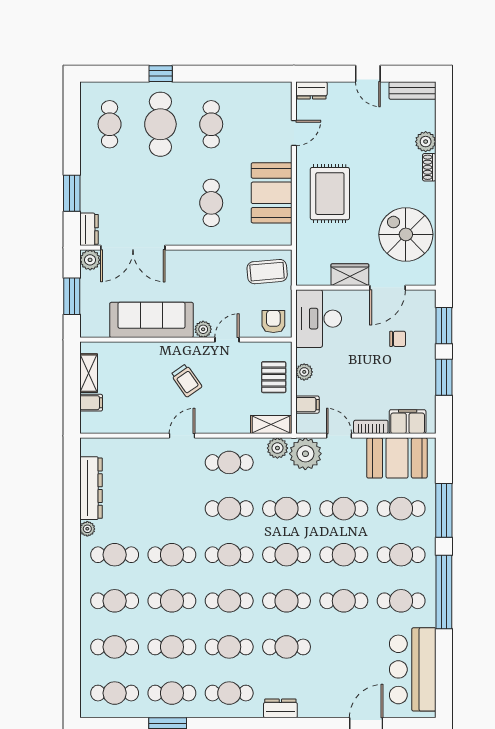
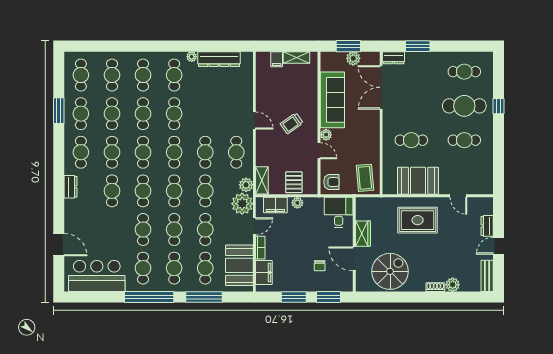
dresser: (311, 90) -> (487, 226), moved
plant: (90, 260) -> (353, 58), moved
desk: (319, 319) -> (339, 213), width x0.73
pallet: (274, 377) -> (294, 182), turned 90
filing cabinet: (307, 405) -> (275, 205), width x2.00

